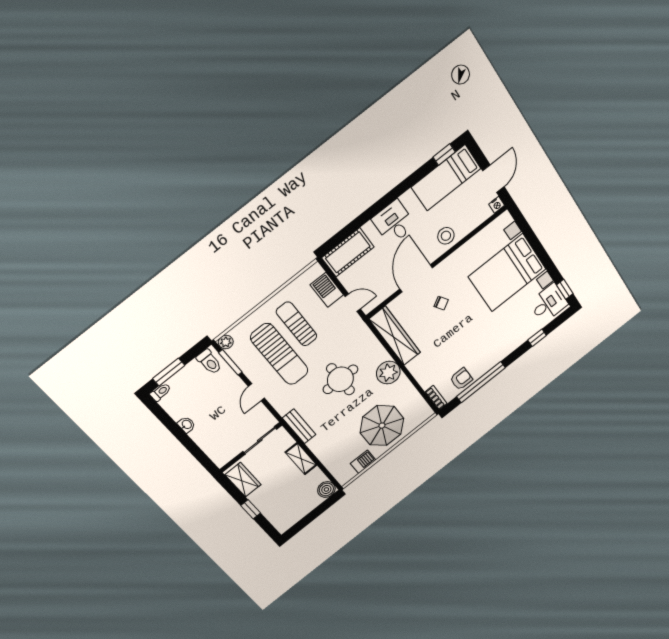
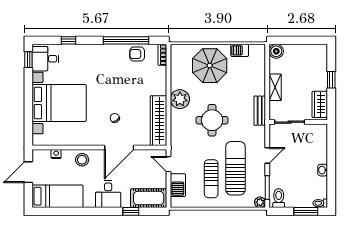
window: (444, 154) -> (131, 211), moved
nightstand: (497, 205) -> (56, 154), moved

